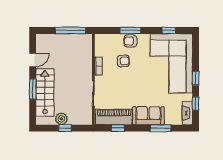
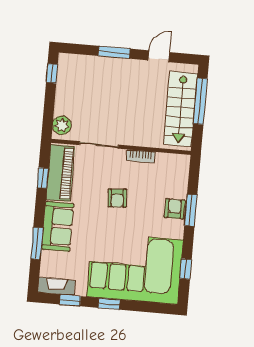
window: (70, 31) -> (200, 101), moved
door: (33, 60) -> (159, 56), swing flipped
armchair: (123, 61) -> (117, 198), moved
stairs: (45, 92) -> (181, 109), moved, turned 90
plant: (61, 119) -> (62, 125), moved
window: (65, 128) -> (52, 73), moved

